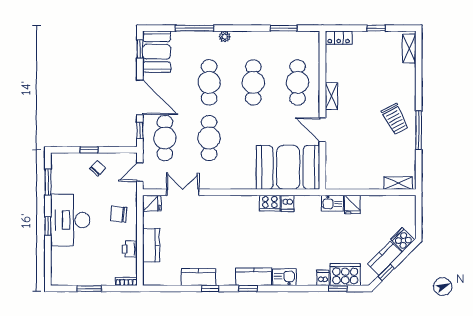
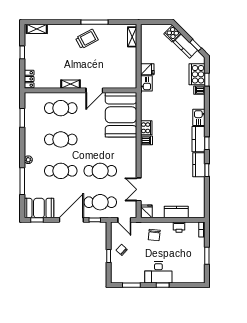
dishwasher: (288, 203) -> (147, 140), moved
desk: (70, 220) -> (158, 272), width x0.73, depth x0.77
kitchen counter: (199, 277) -> (199, 165), moved

